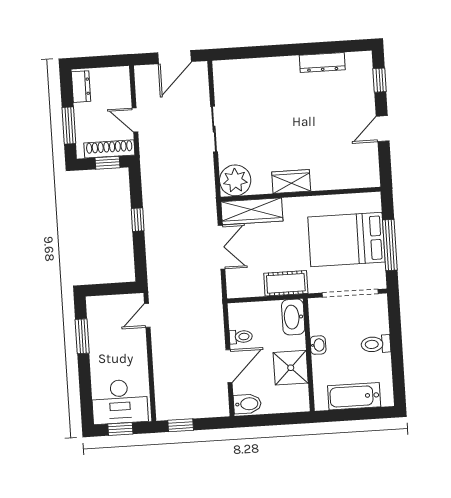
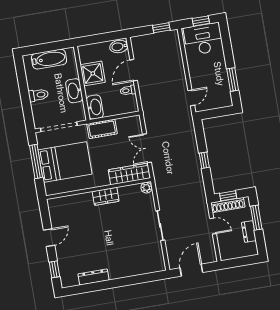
dresser: (81, 87) -> (249, 232), moved
plant: (235, 180) -> (147, 188), width x0.53, depth x0.53
washbasin: (318, 345) -> (74, 91), width x1.91, depth x1.45

